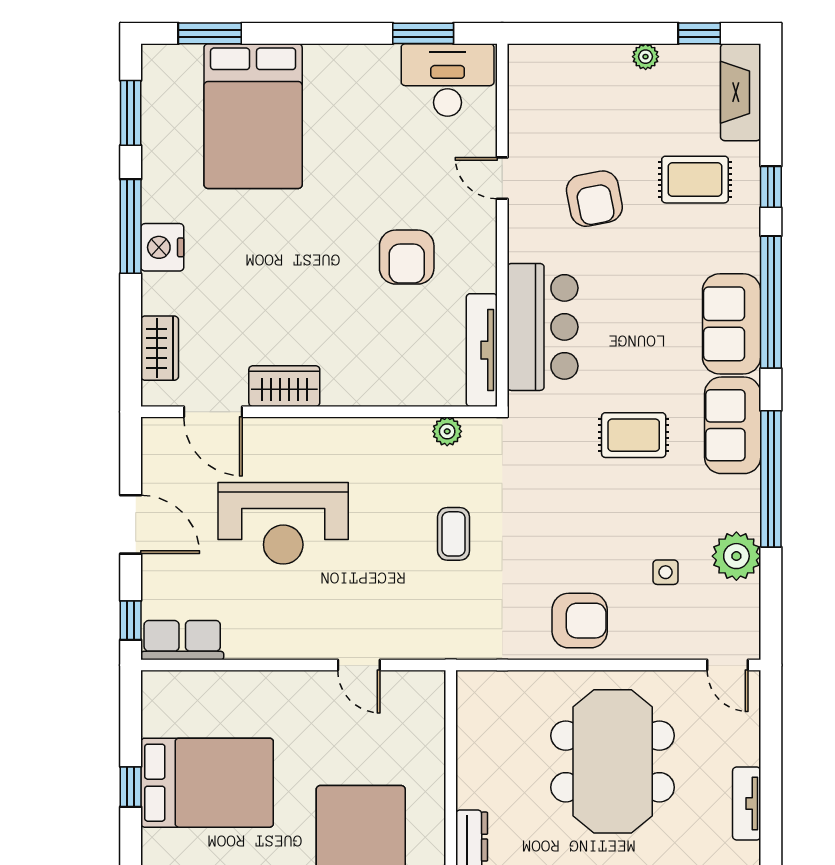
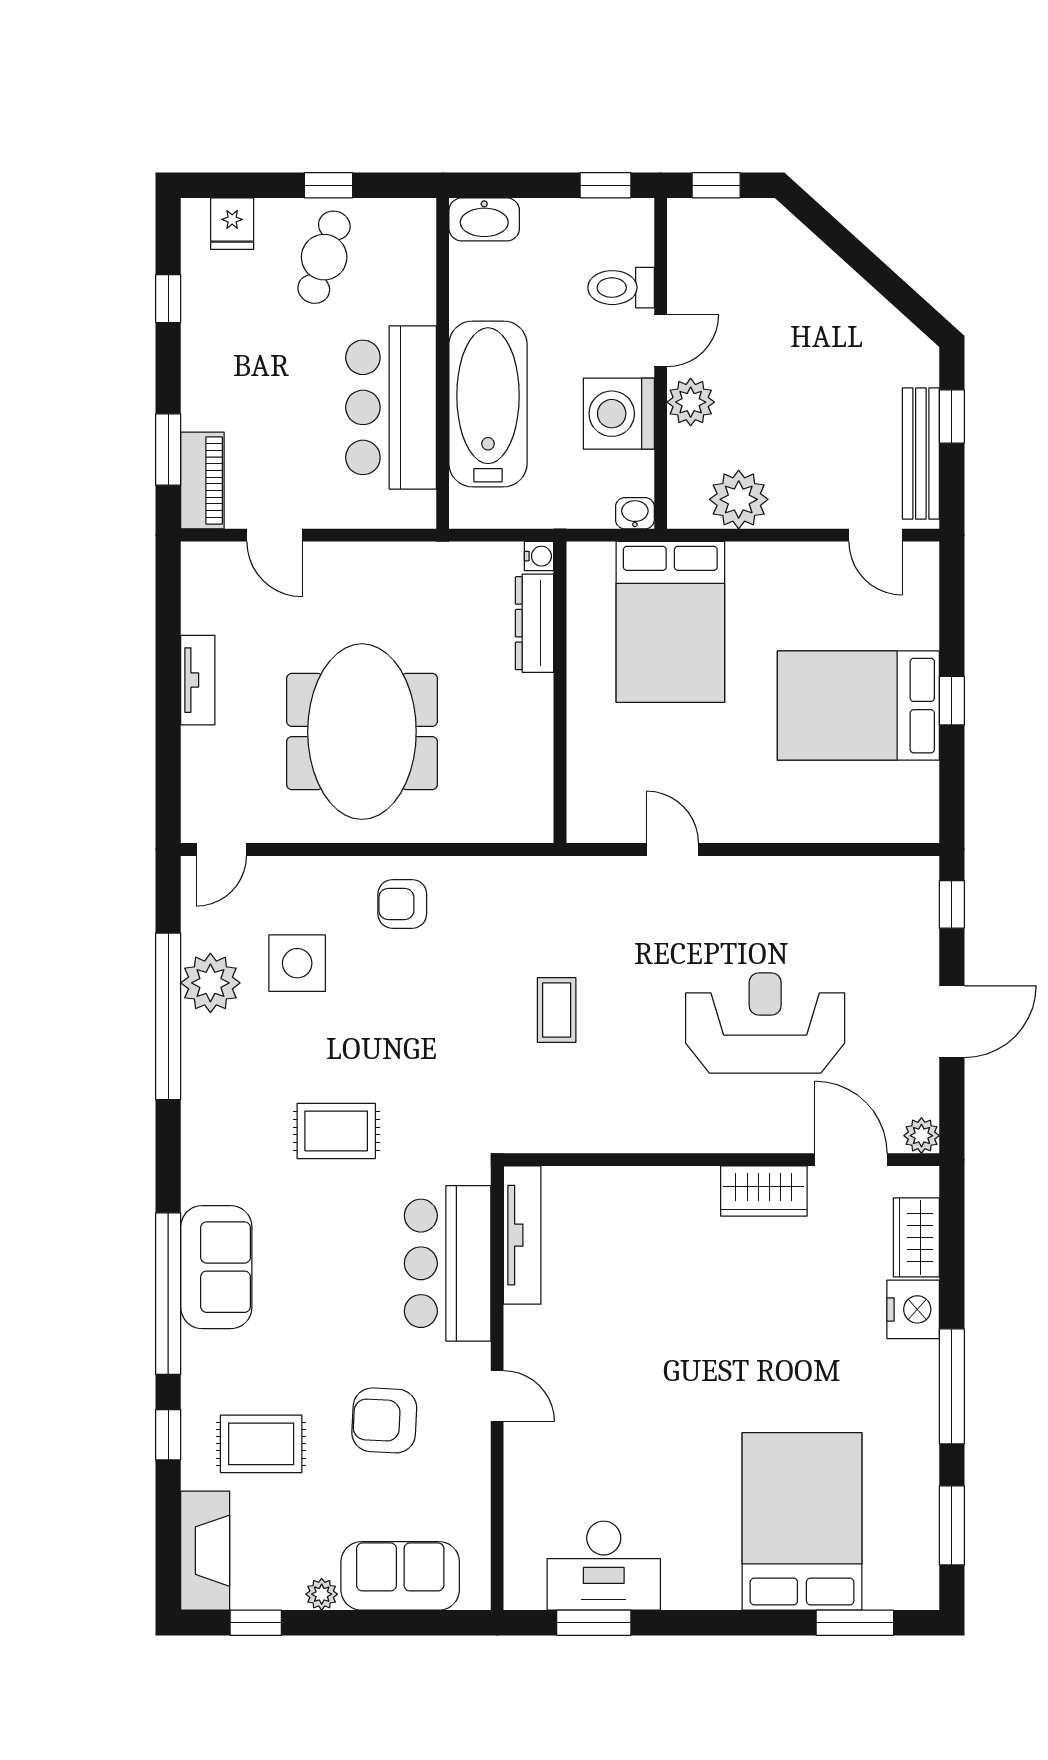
desk: (448, 80) -> (604, 1566), moved
door: (502, 178) -> (497, 1396), moved
armchair: (594, 199) -> (384, 1420), turned -76
nightstand: (162, 247) -> (913, 1309), moved
armchair: (407, 257) -> (614, 1349), removed
sofa: (733, 425) -> (400, 1576), moved, turned -90
plant: (447, 431) -> (921, 1136), moved
window: (771, 479) -> (168, 1016), moved
door: (131, 524) -> (952, 1022), swing flipped
side table: (666, 572) -> (297, 963), width x1.87, depth x1.87
armchair: (580, 621) -> (402, 904), width x0.72, depth x0.72
row of seats: (182, 640) -> (889, 880), removed
door: (728, 665) -> (221, 850), swing flipped

